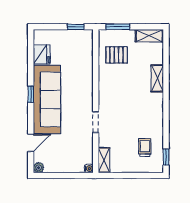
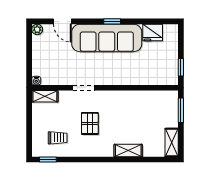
pallet: (117, 55) -> (90, 123), moved

